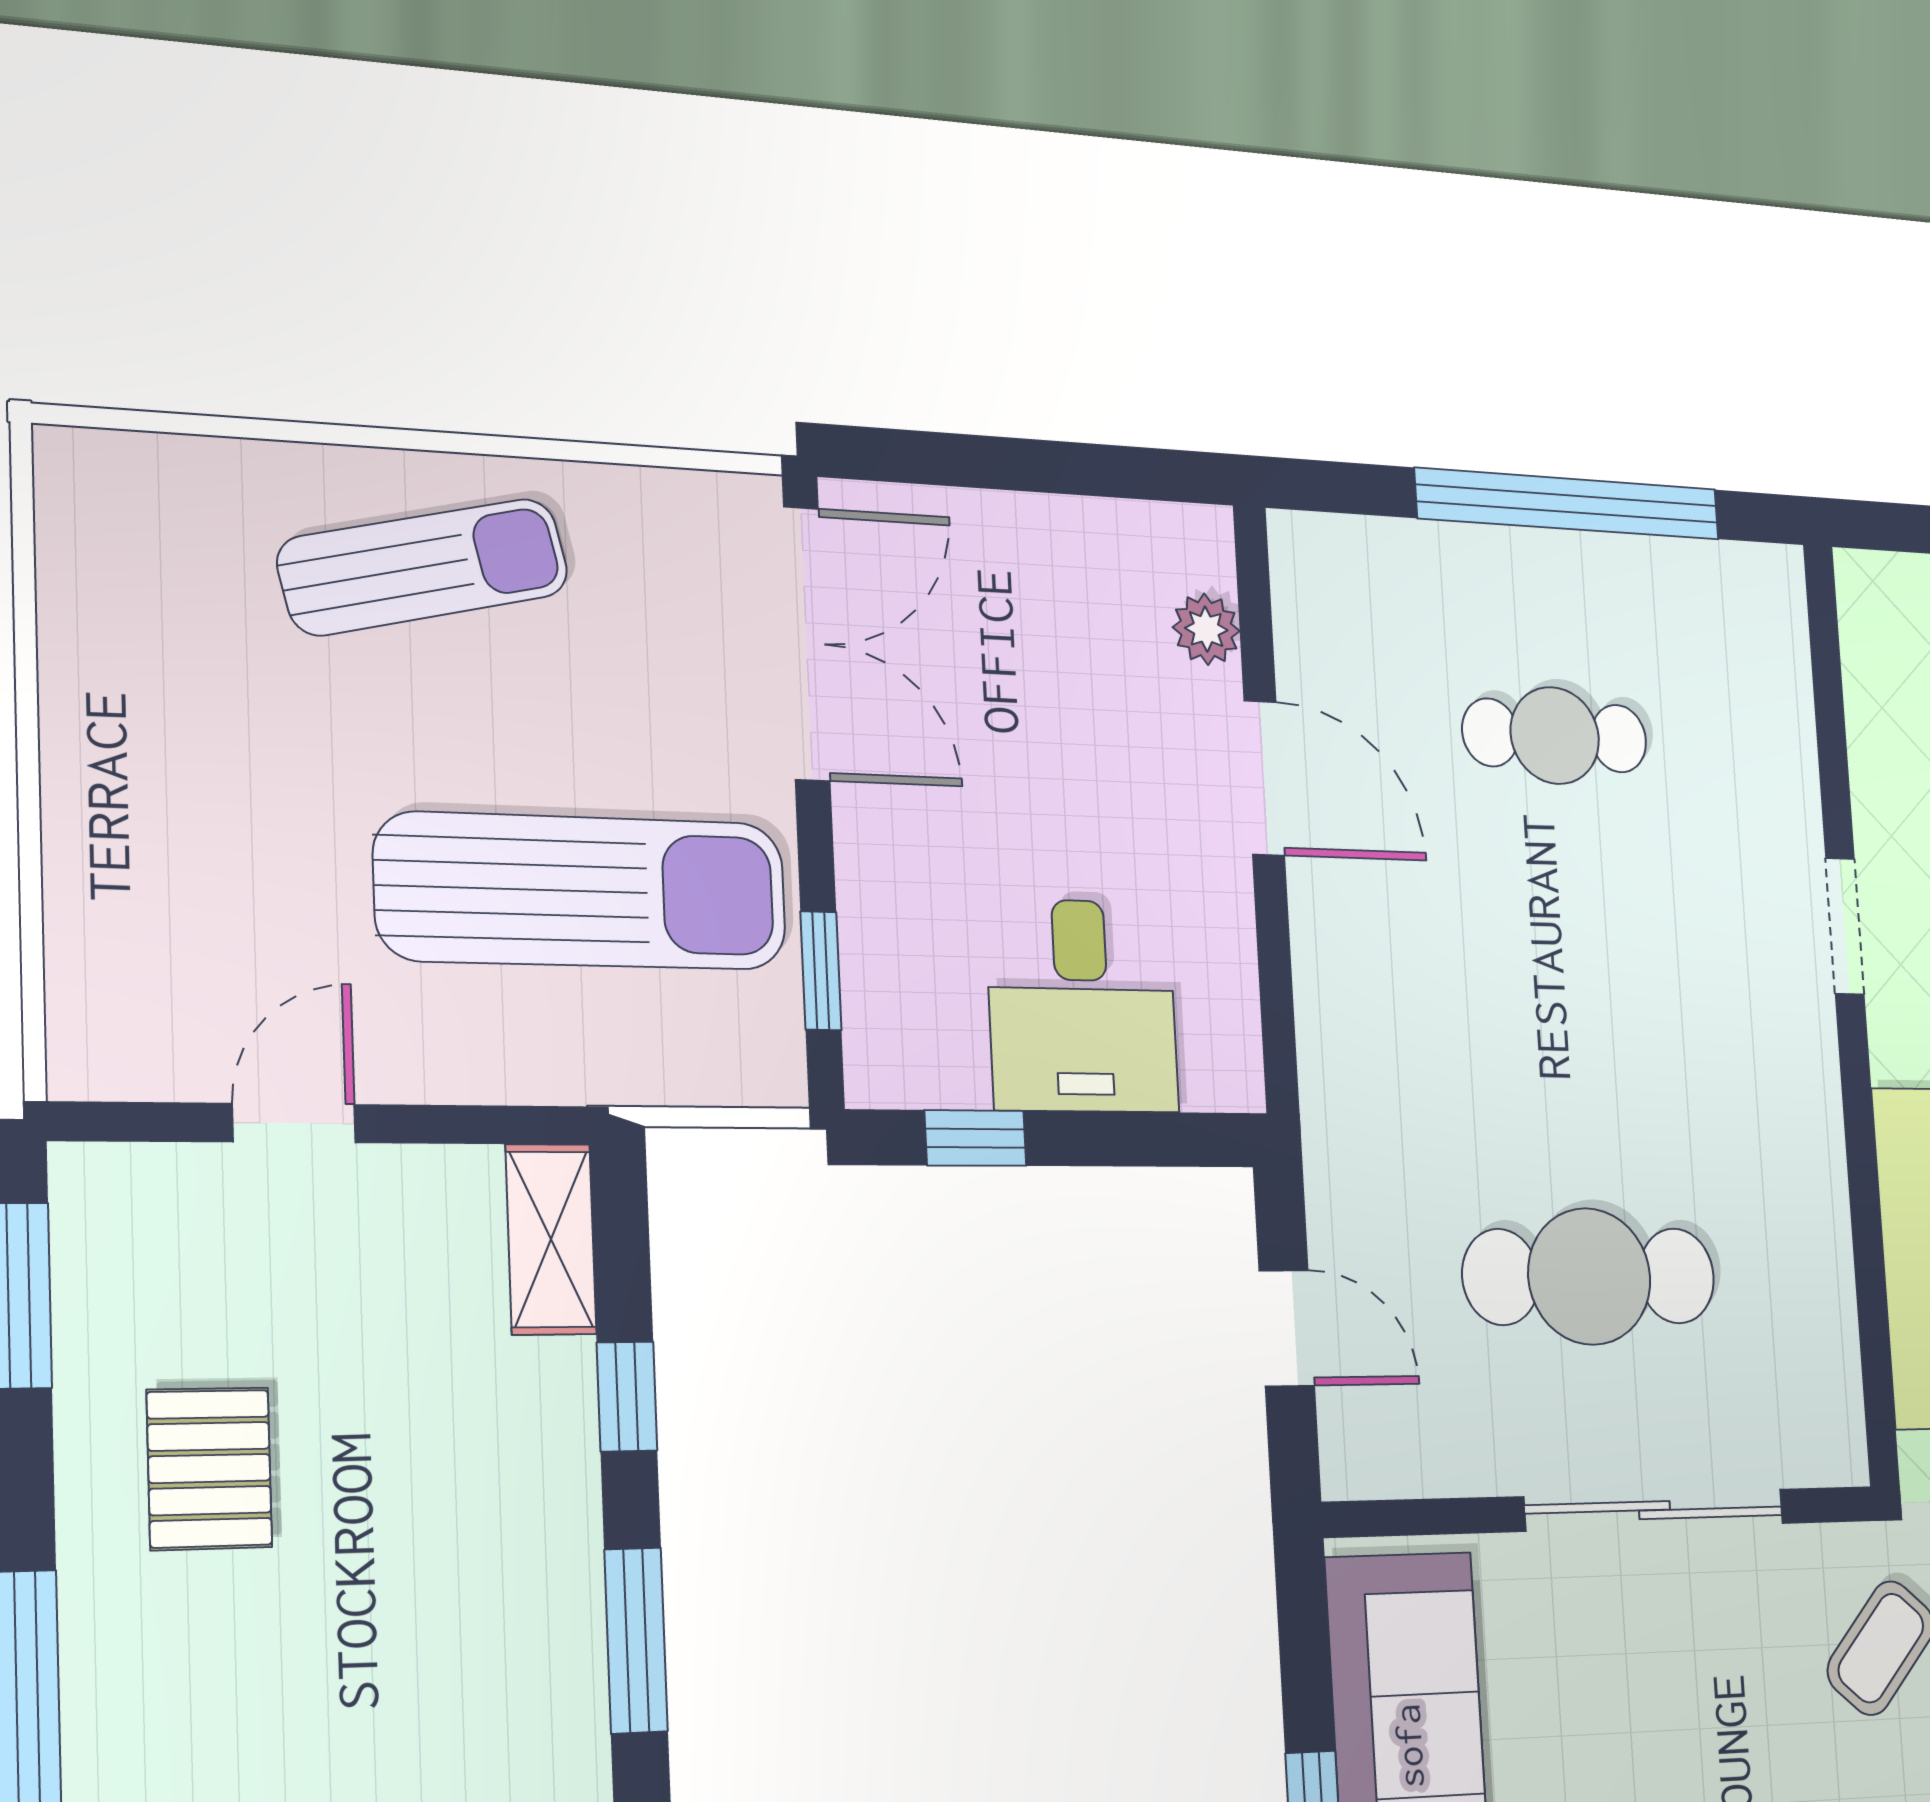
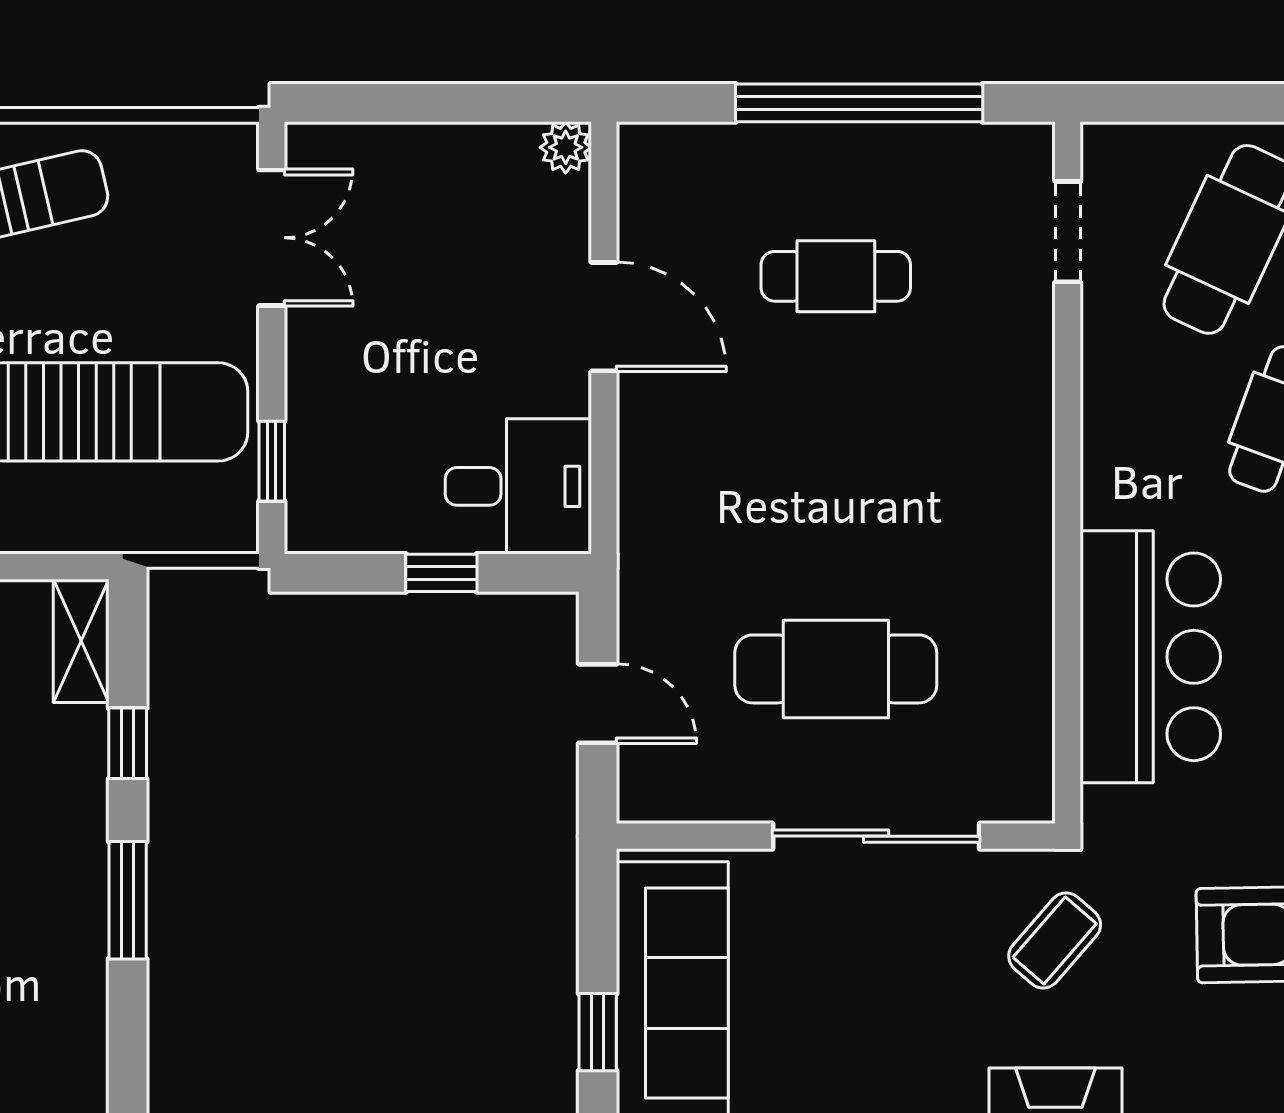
plant: (1206, 629) -> (566, 147), moved
double door: (807, 643) -> (272, 238), width x0.73
doorway: (1845, 926) -> (1068, 232), moved
desk: (1082, 1006) -> (518, 486), moved, turned -90
window: (975, 1138) -> (441, 573), moved

